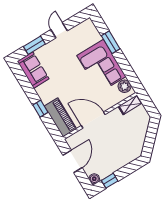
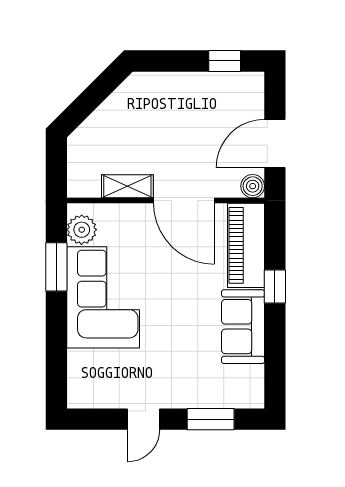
window: (111, 42) -> (56, 267), moved
sofa: (33, 70) -> (243, 327), moved
shelving: (130, 105) -> (127, 186), moved
boiler: (94, 179) -> (253, 186), moved

